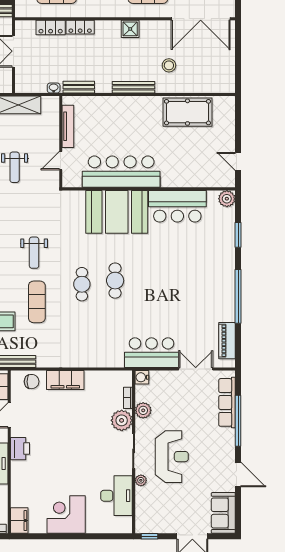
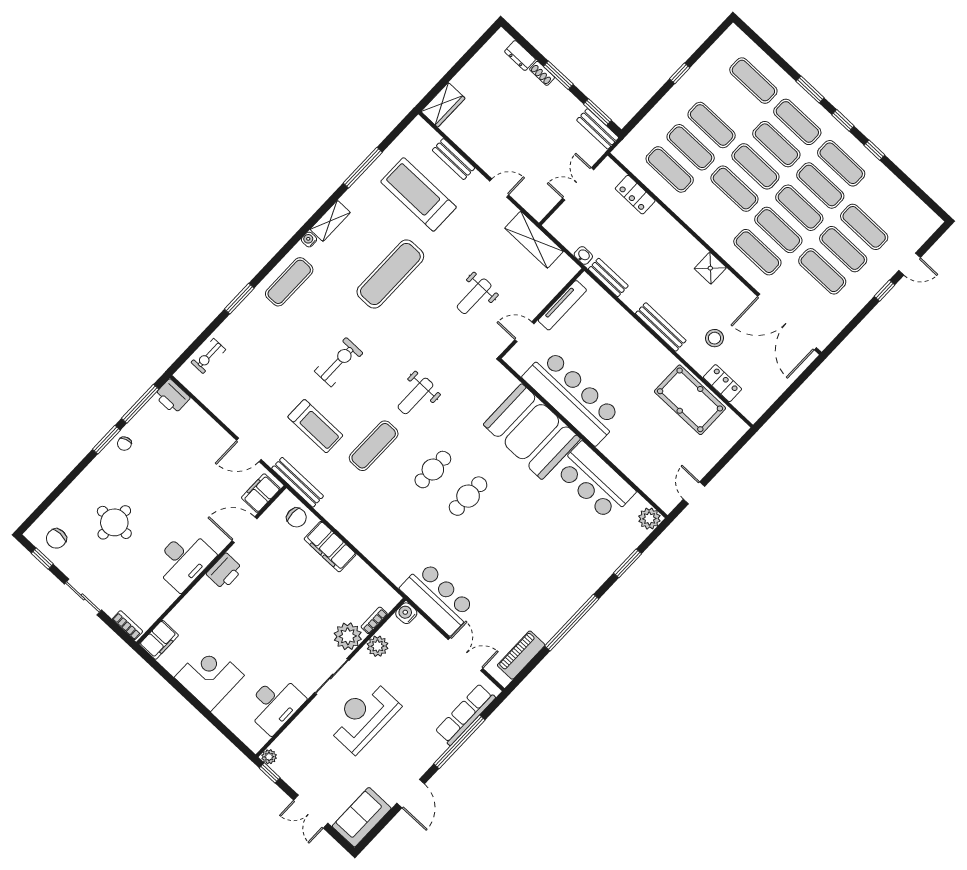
locker: (80, 27) -> (722, 383), moved, turned 180
reception desk: (172, 457) -> (363, 716), turned 180
plant: (141, 480) -> (269, 757), moved

